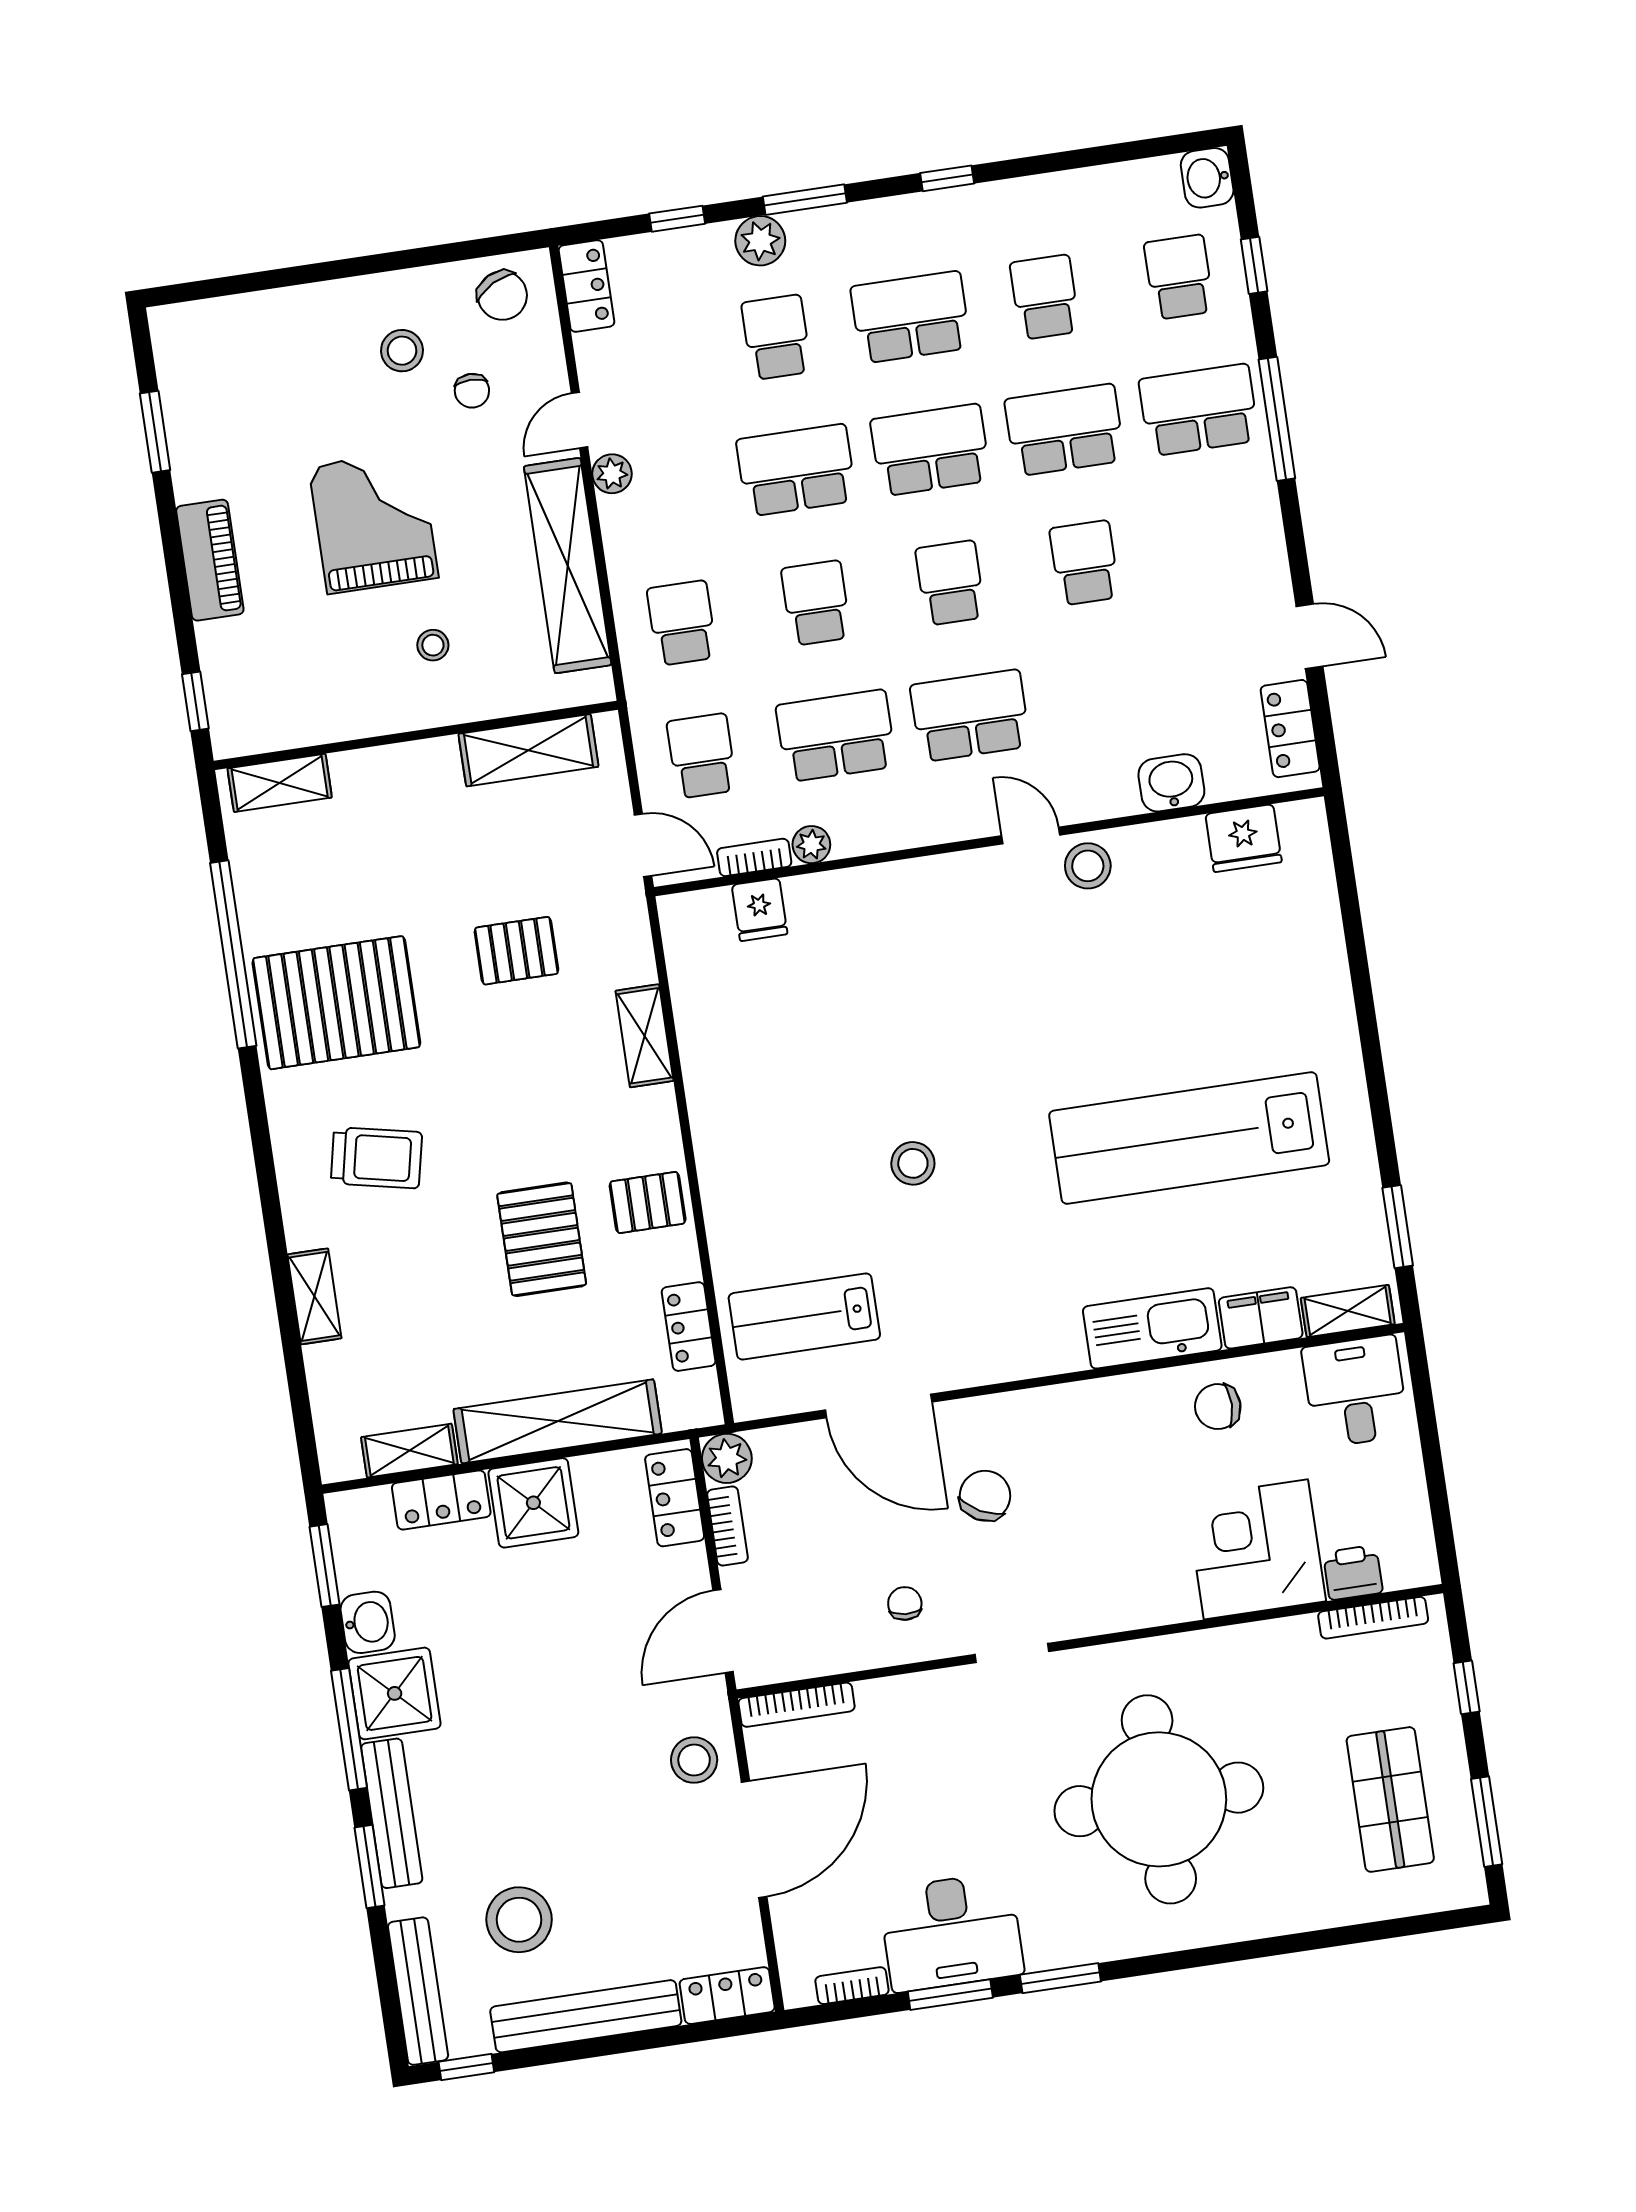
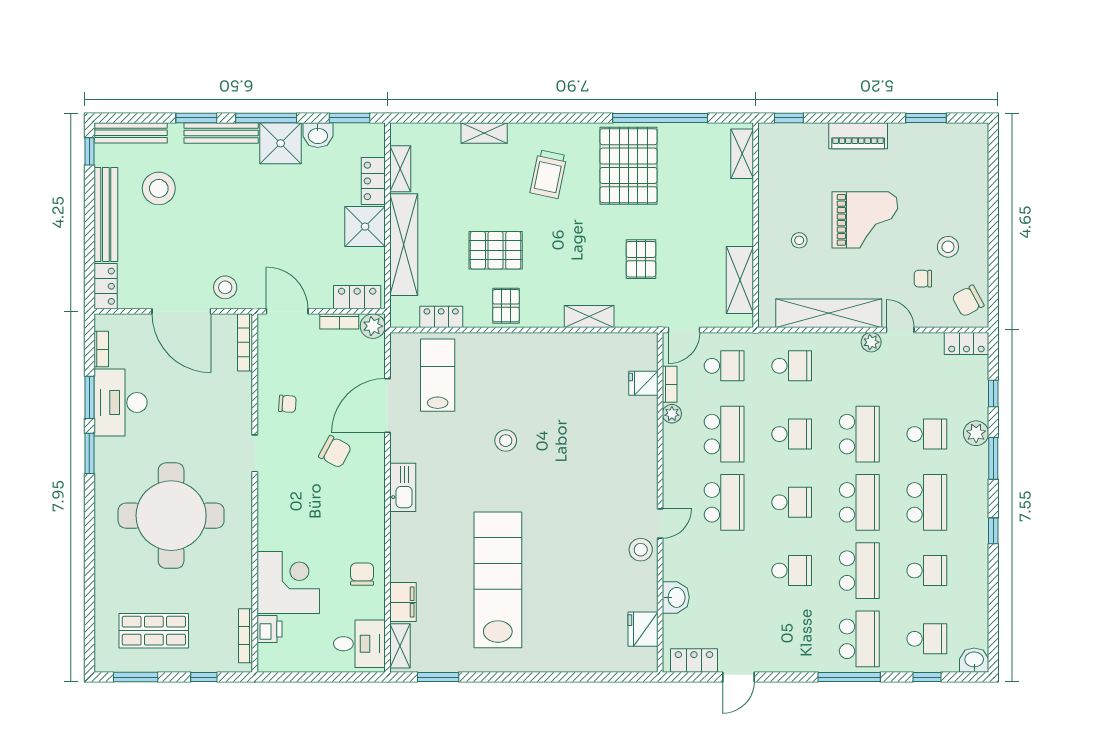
kitchen sink: (1152, 1328) -> (403, 487), moved, width x0.73, depth x0.81

